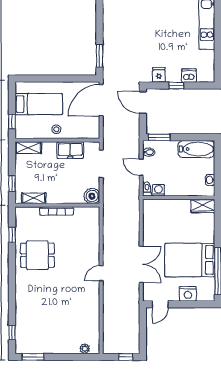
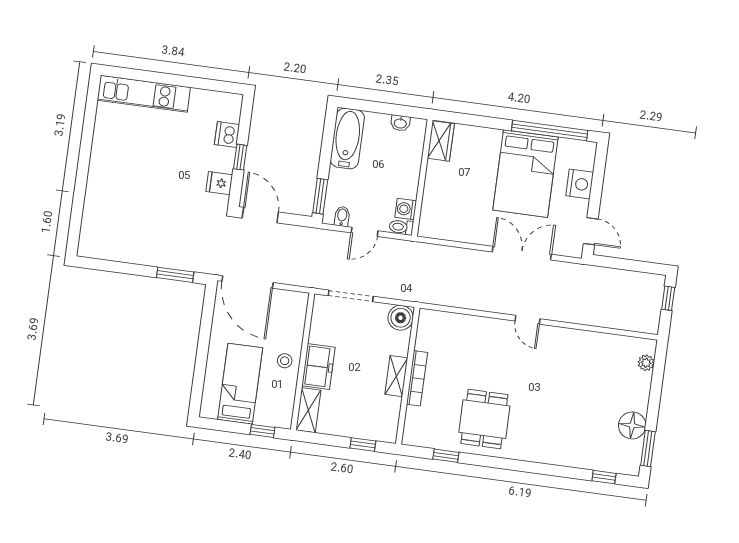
door: (143, 103) -> (260, 215), swing flipped
freezer: (70, 150) -> (318, 367), moved
shelving: (34, 198) -> (396, 376), moved
floor lamp: (46, 345) -> (632, 425), added

